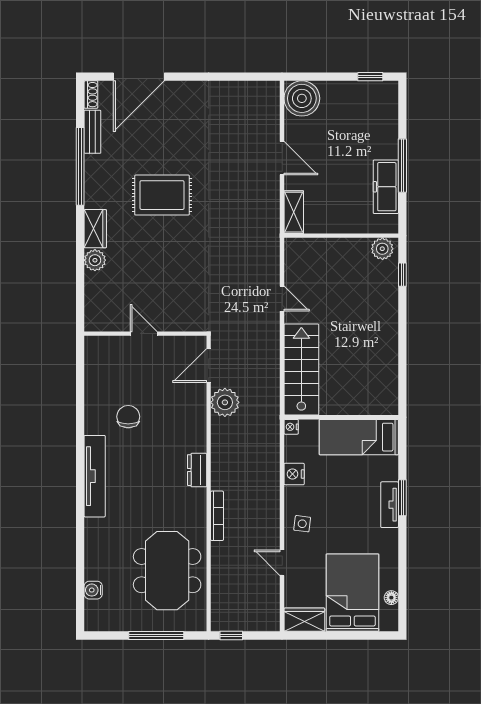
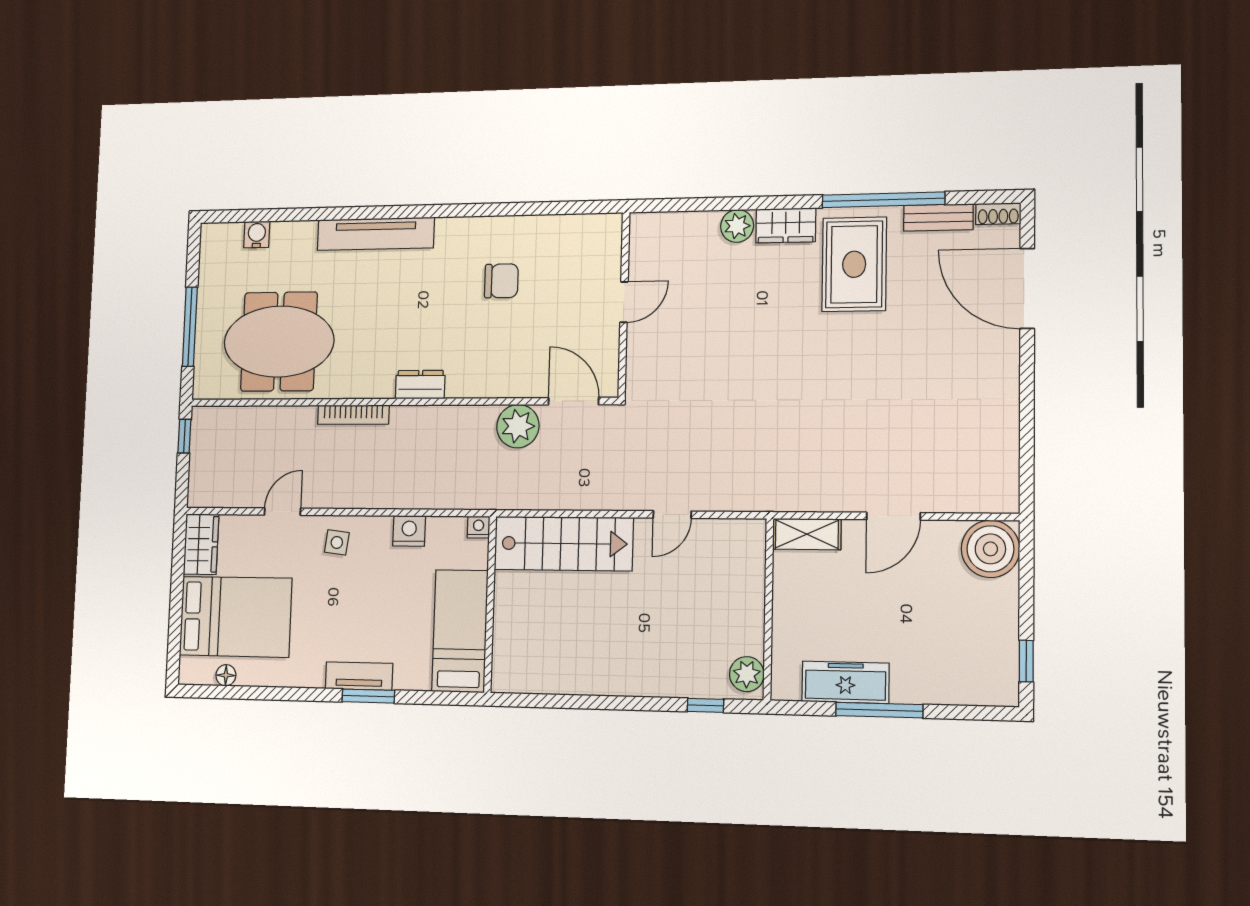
rug: (162, 195) -> (854, 264), moved
tv unit: (95, 476) -> (376, 234), moved

